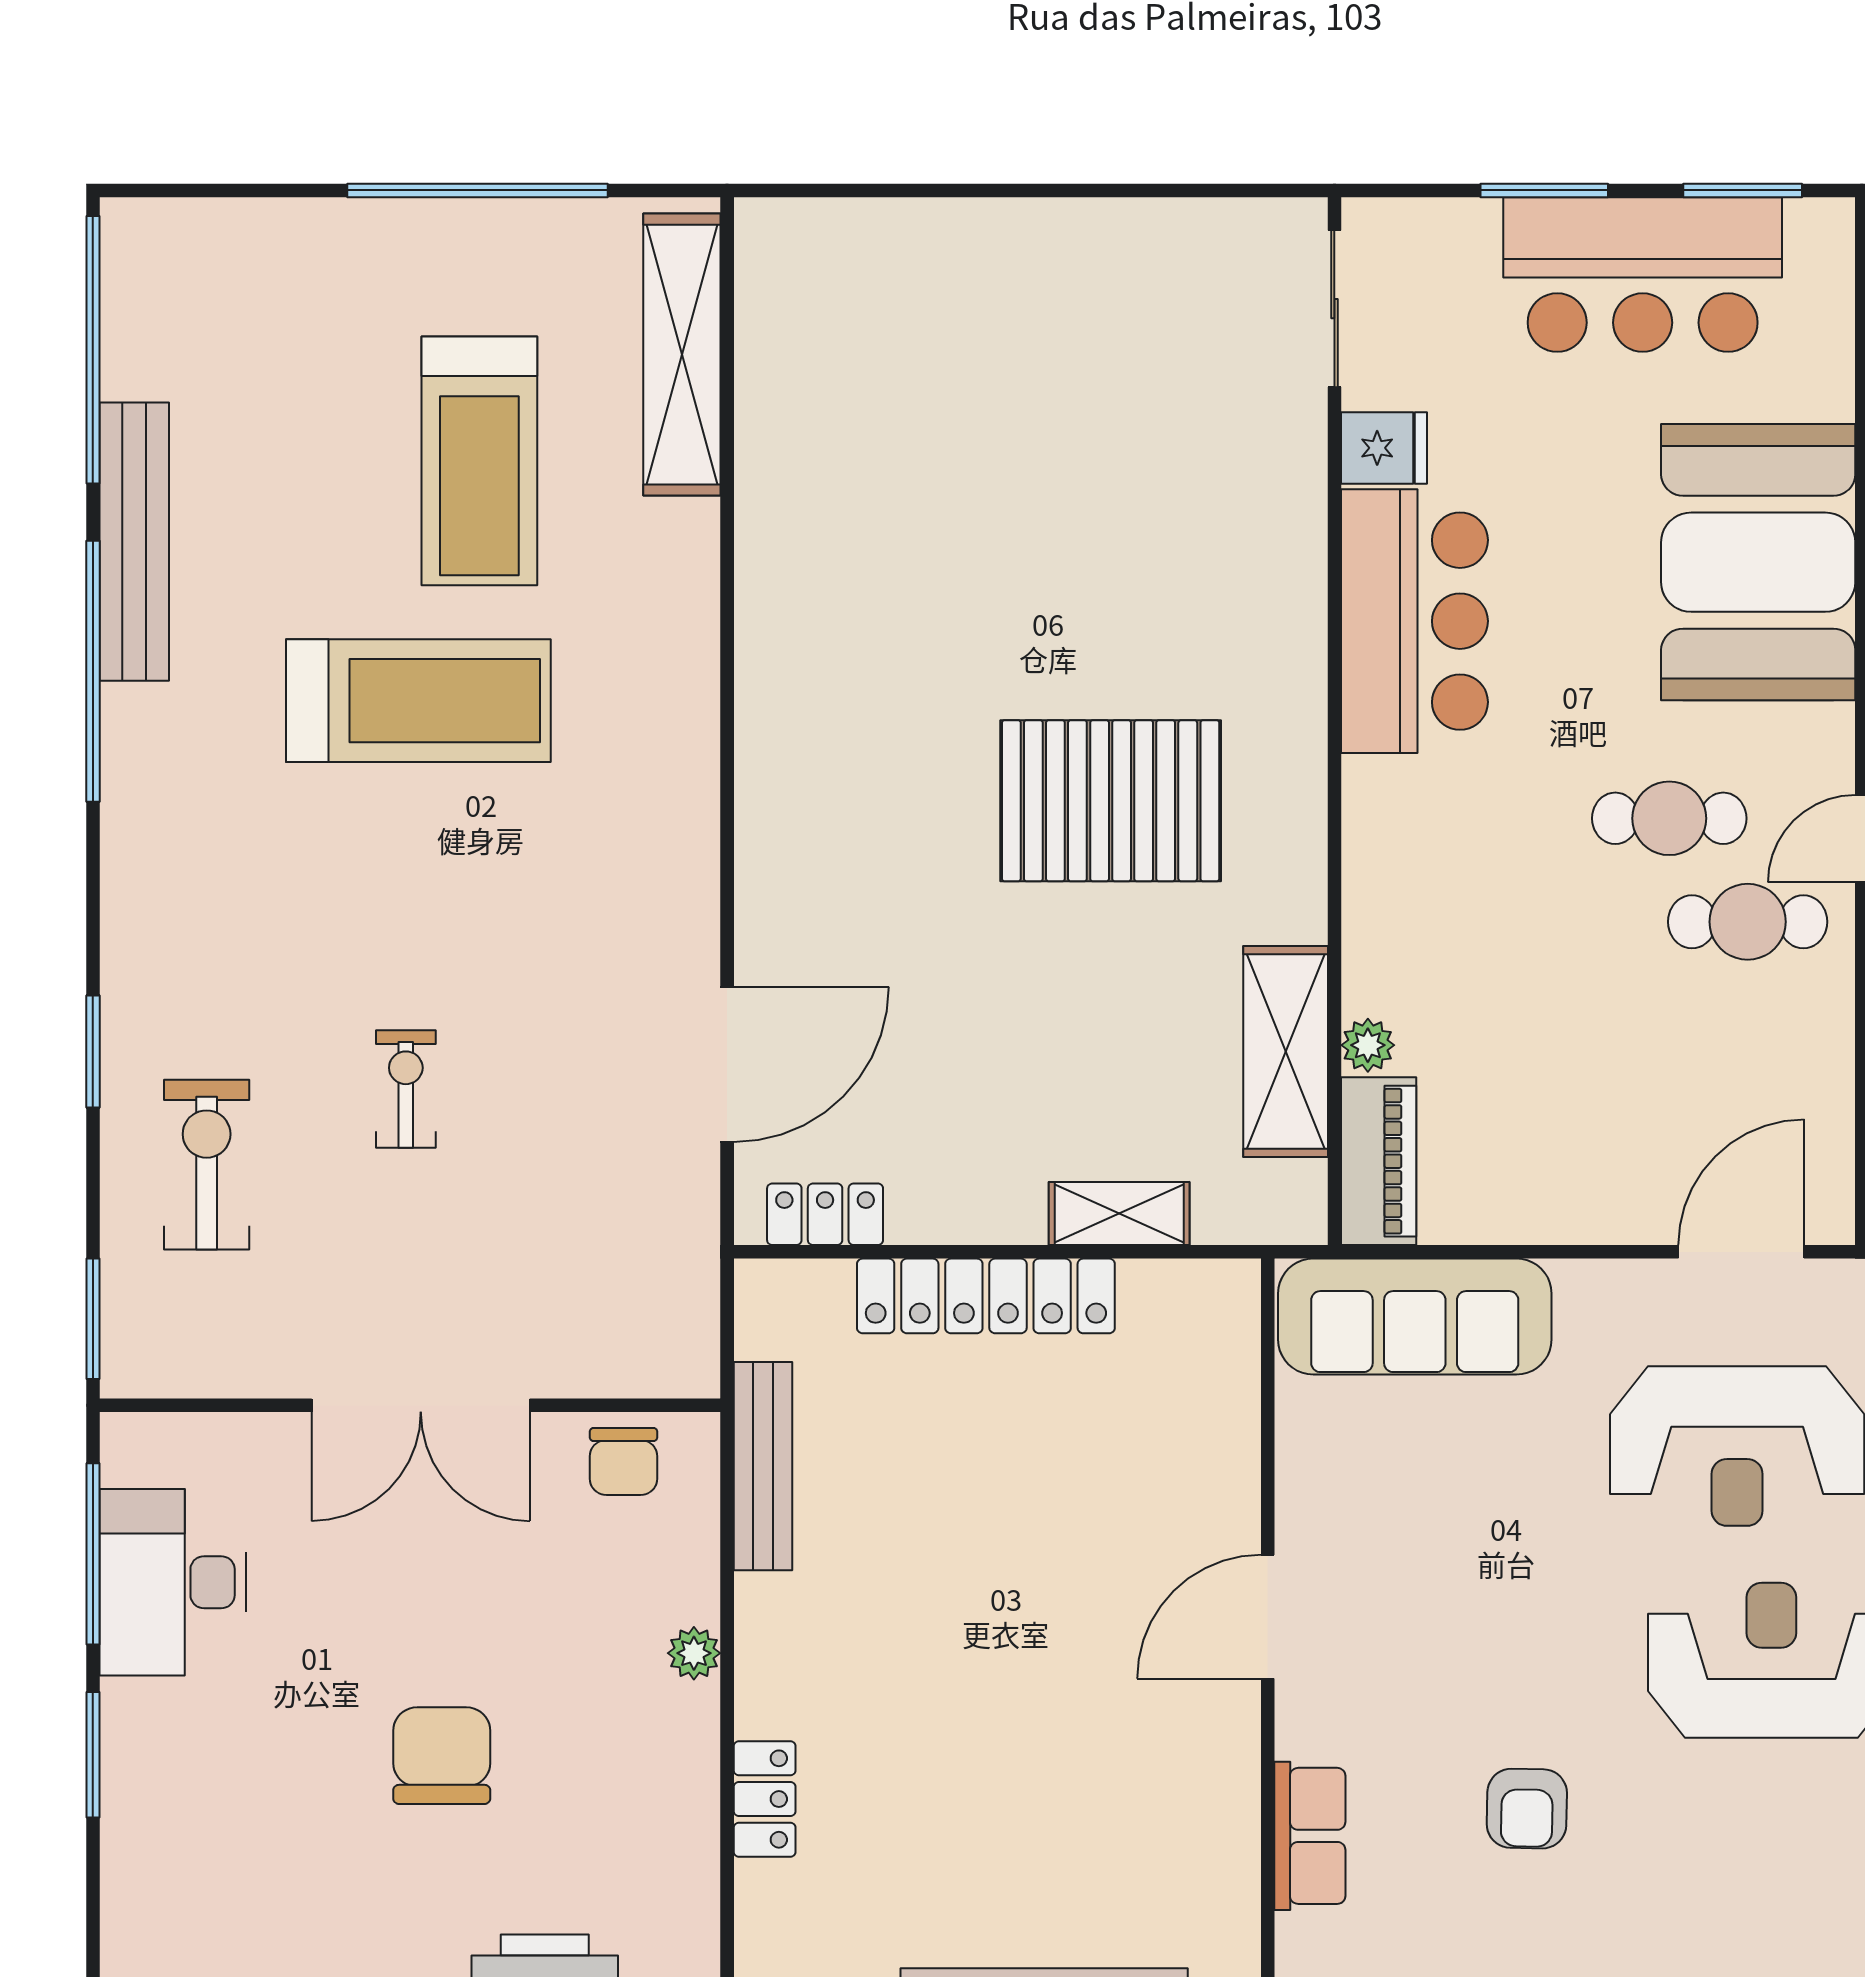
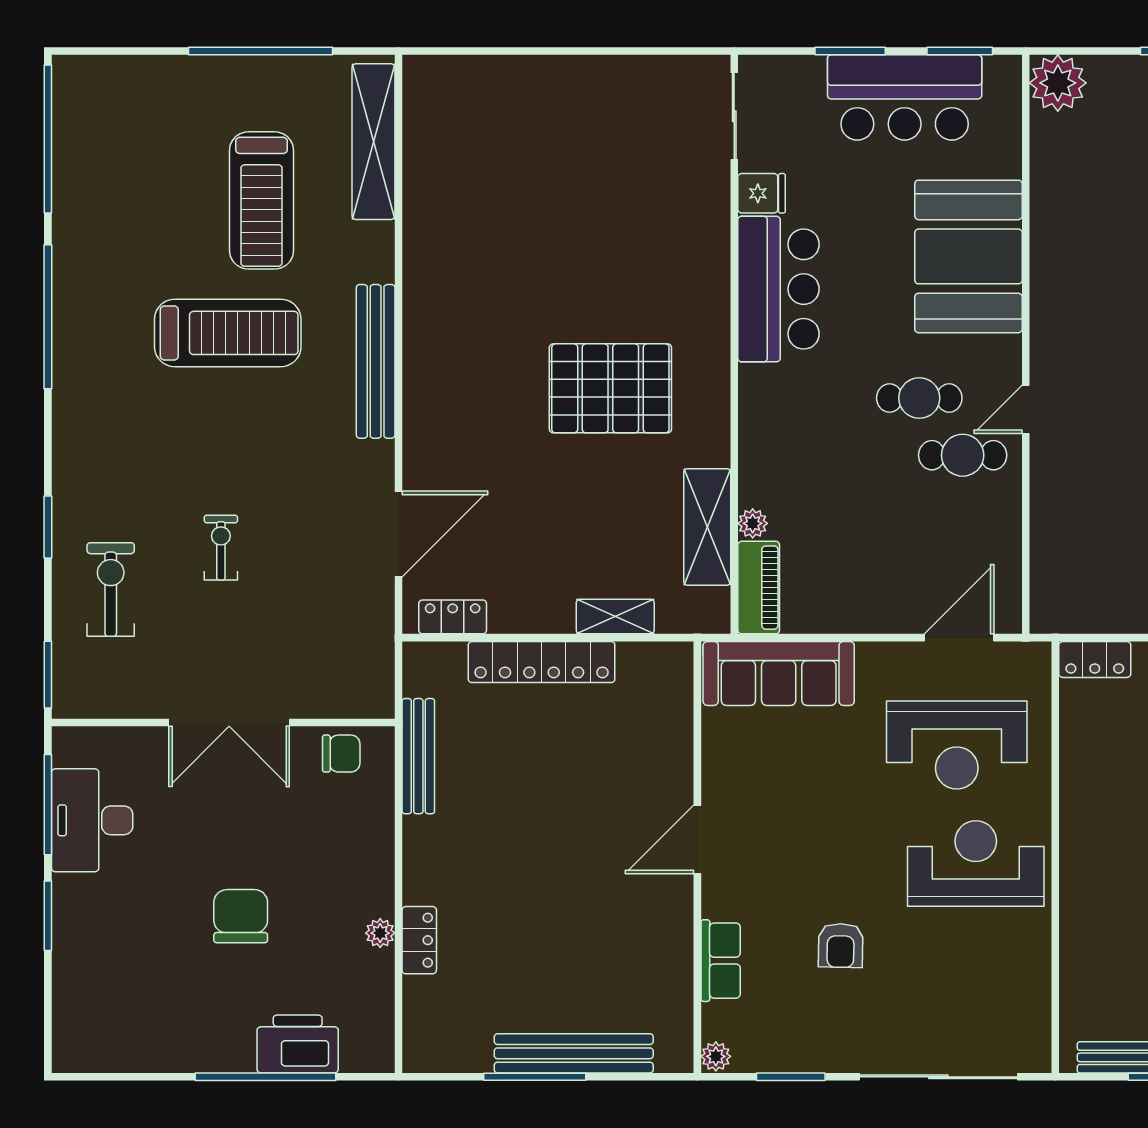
bench: (134, 542) -> (376, 361), moved
chair: (624, 1461) -> (341, 754), turned -90
plant: (694, 1653) -> (380, 933), moved

